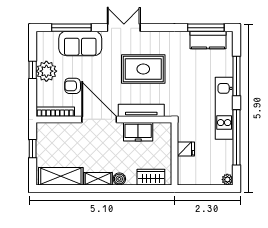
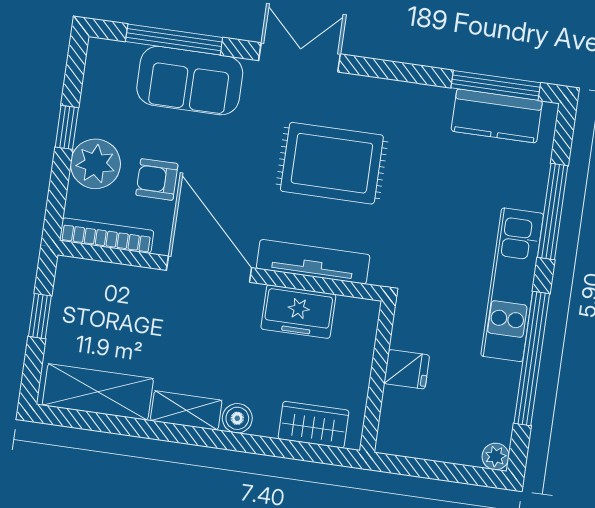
plant: (46, 71) -> (95, 164), moved

